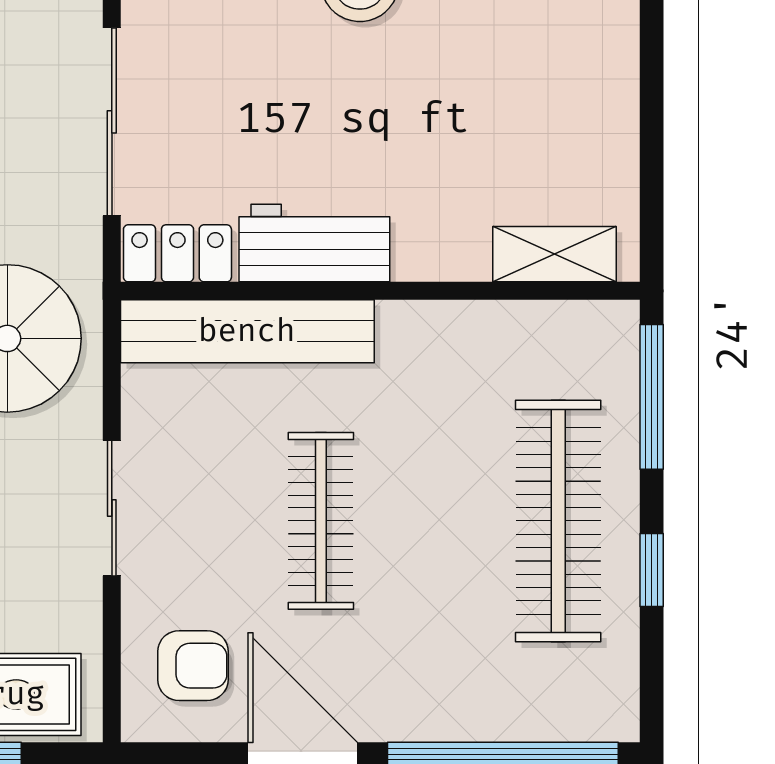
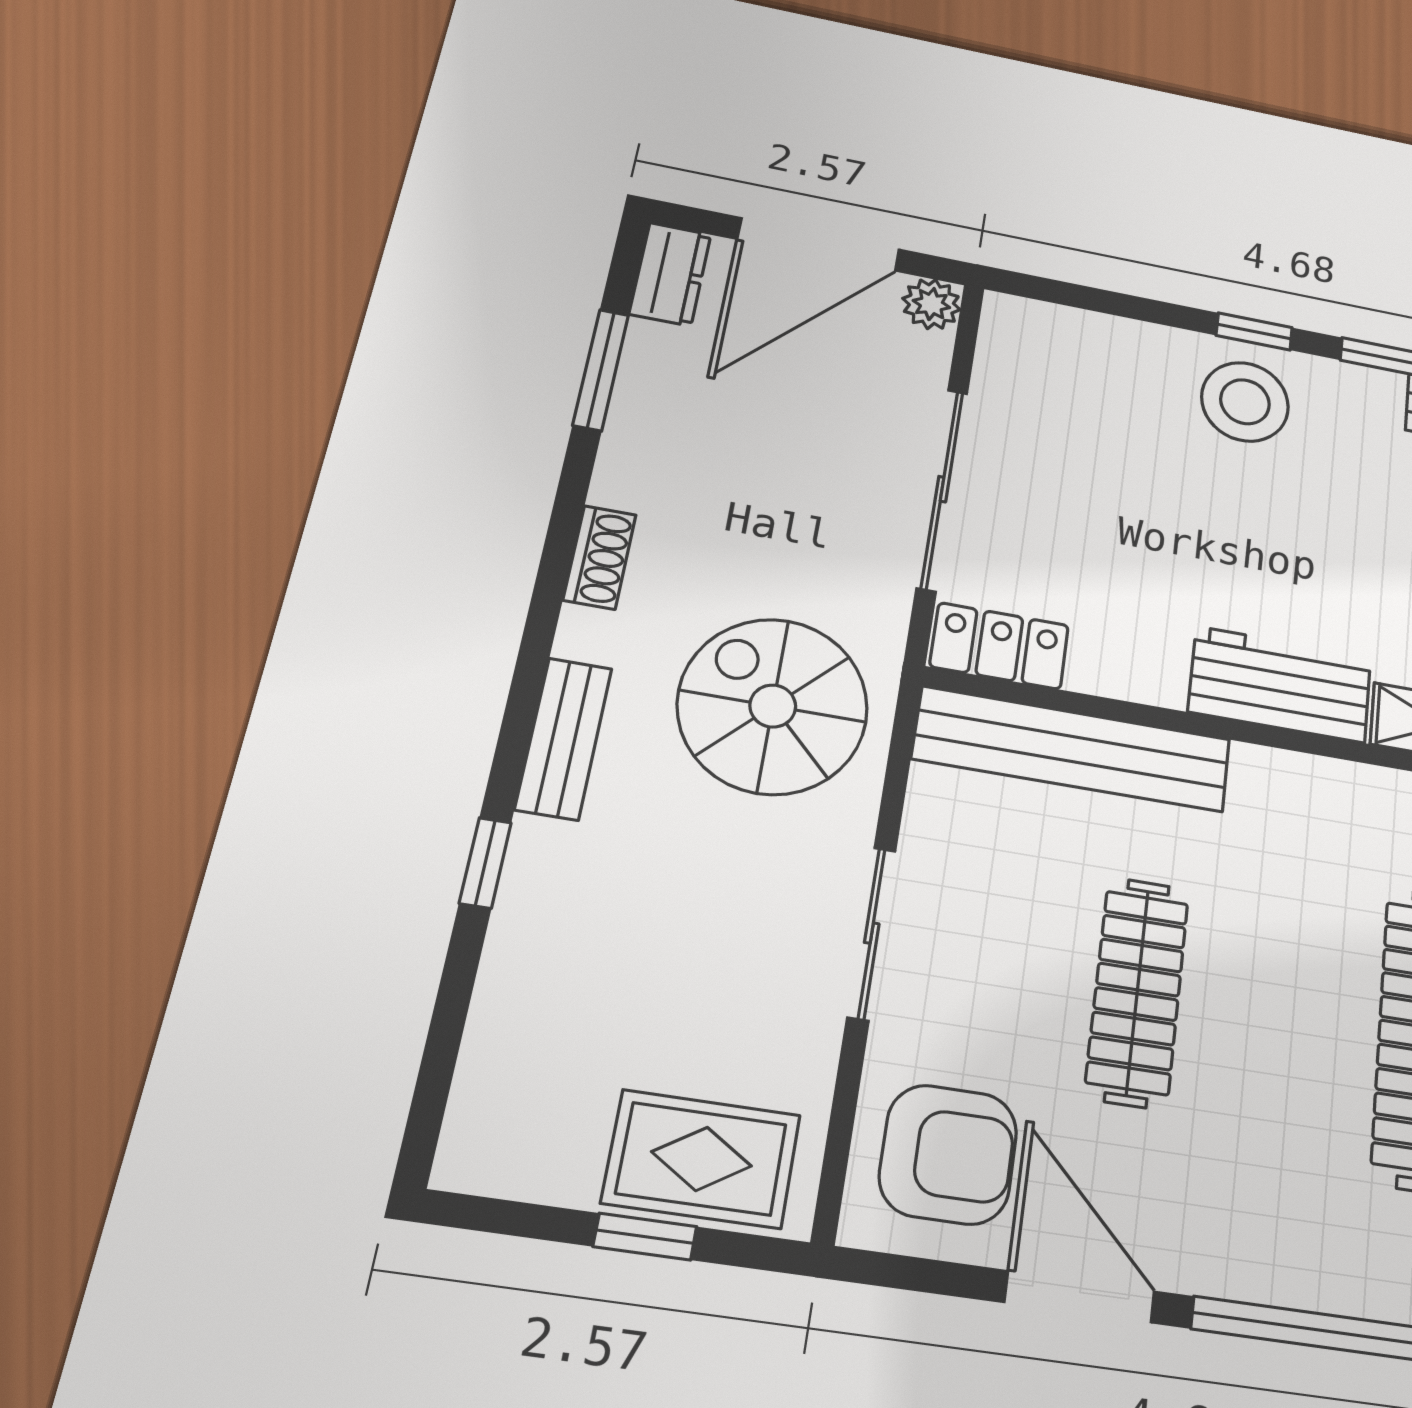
workbench: (314, 243) -> (1280, 684), moved
armchair: (193, 666) -> (948, 1154), width x1.38, depth x1.38

